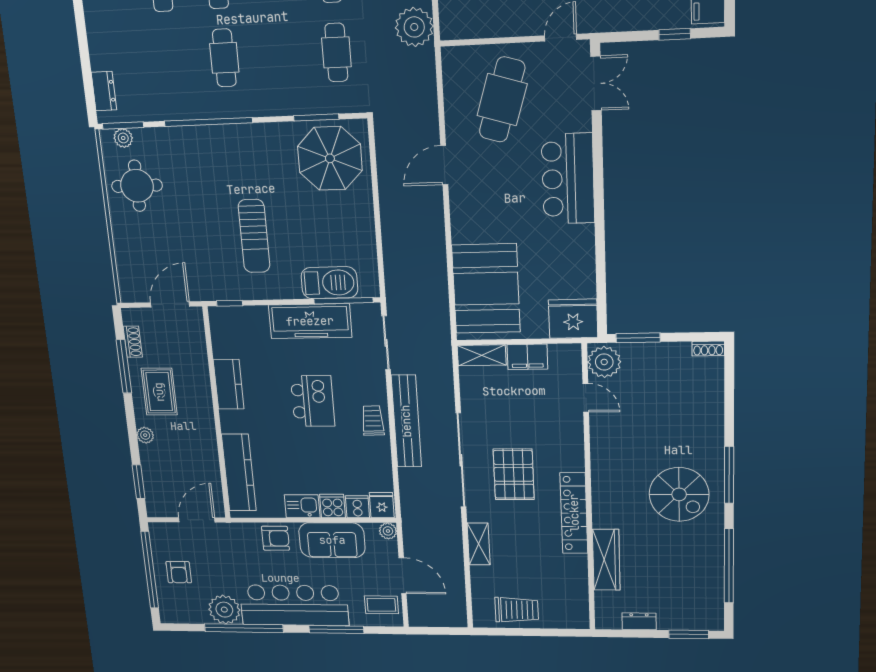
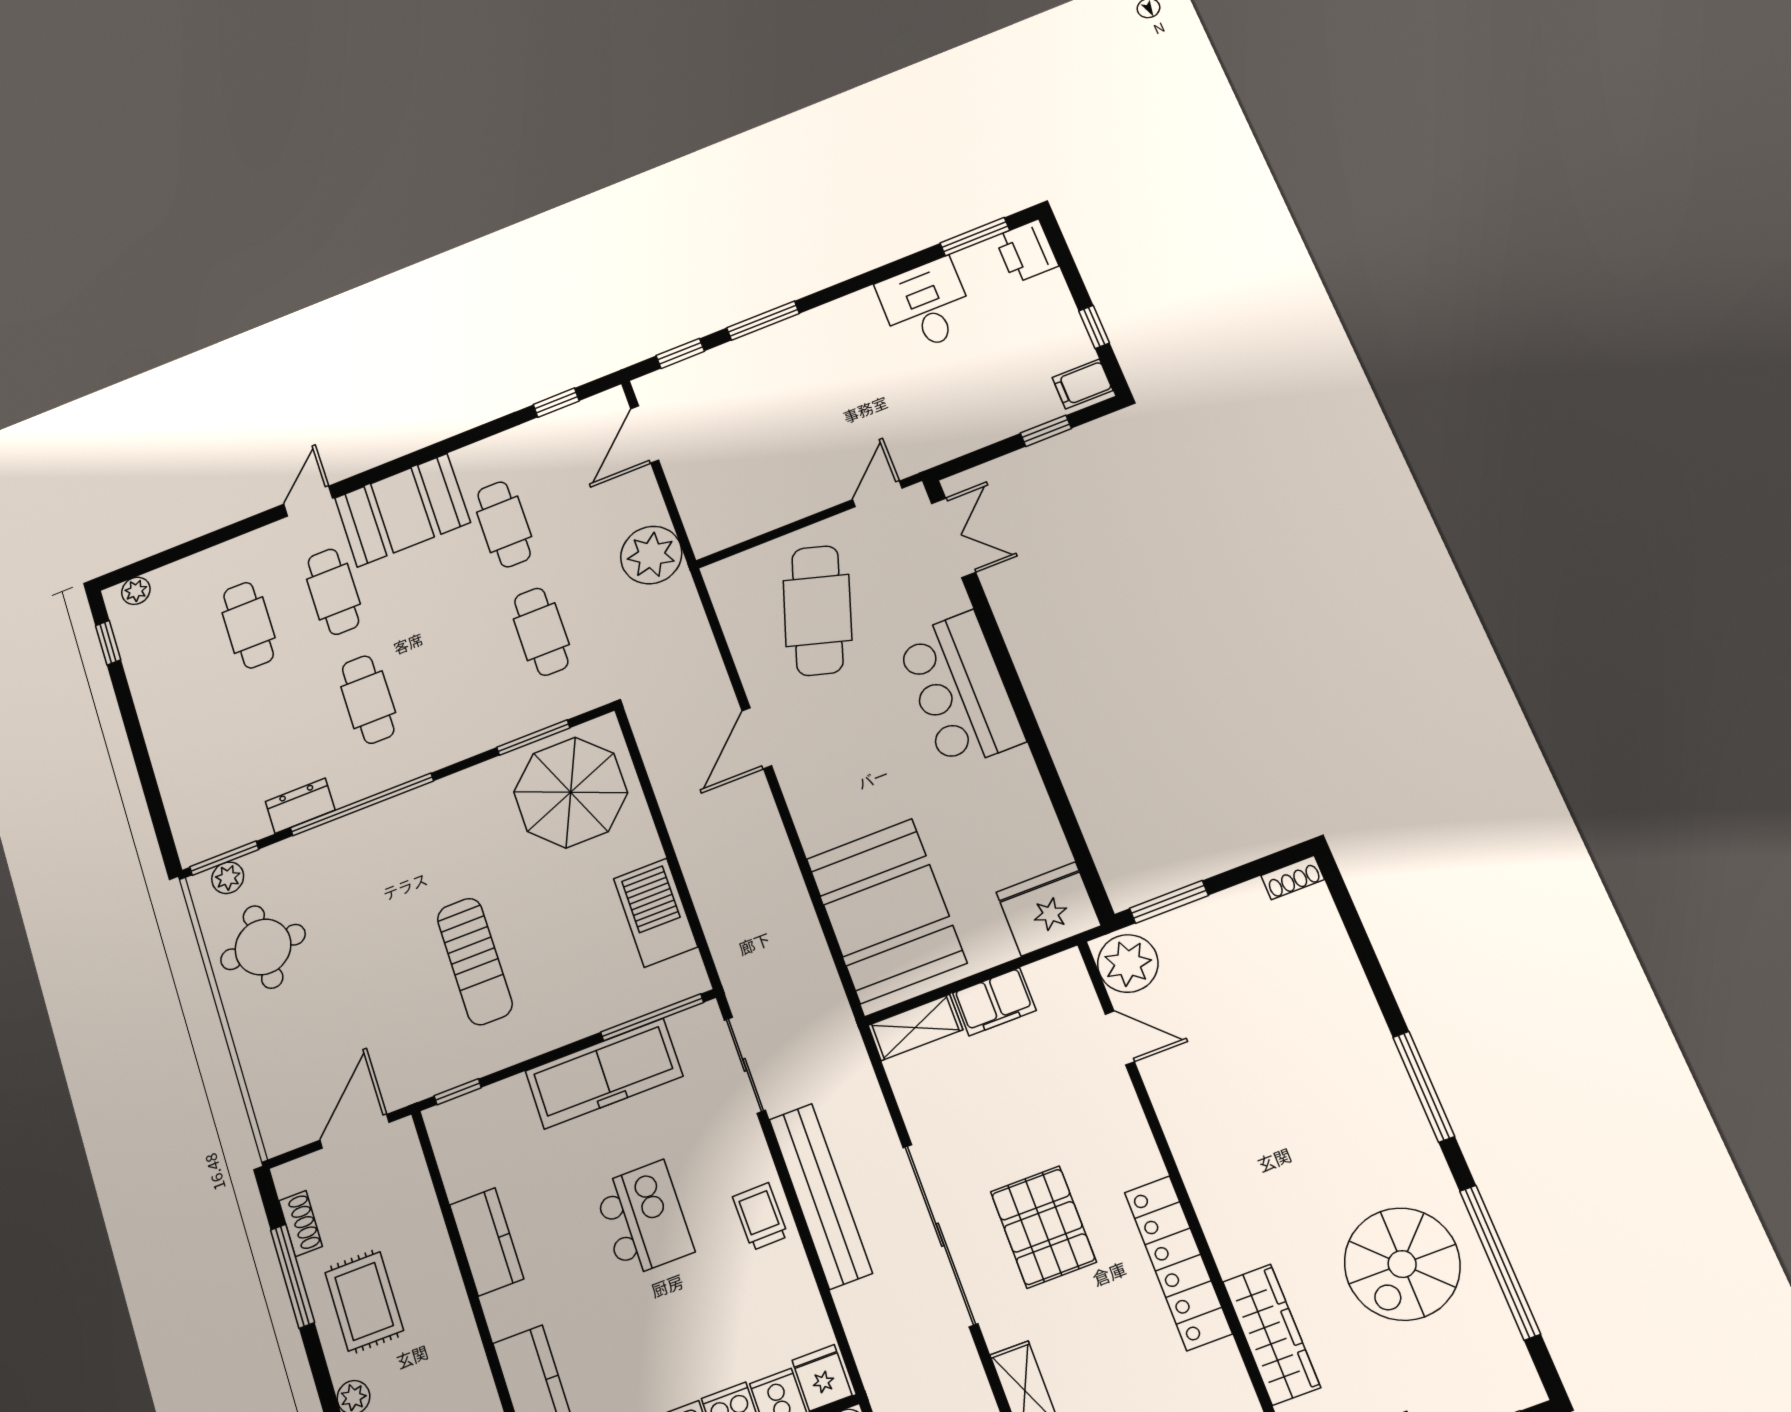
dresser: (104, 91) -> (300, 806), moved, turned -90
barbecue: (329, 283) -> (656, 913), moved, turned -90
spiral stairs: (679, 494) -> (1402, 1264), moved, turned 90

